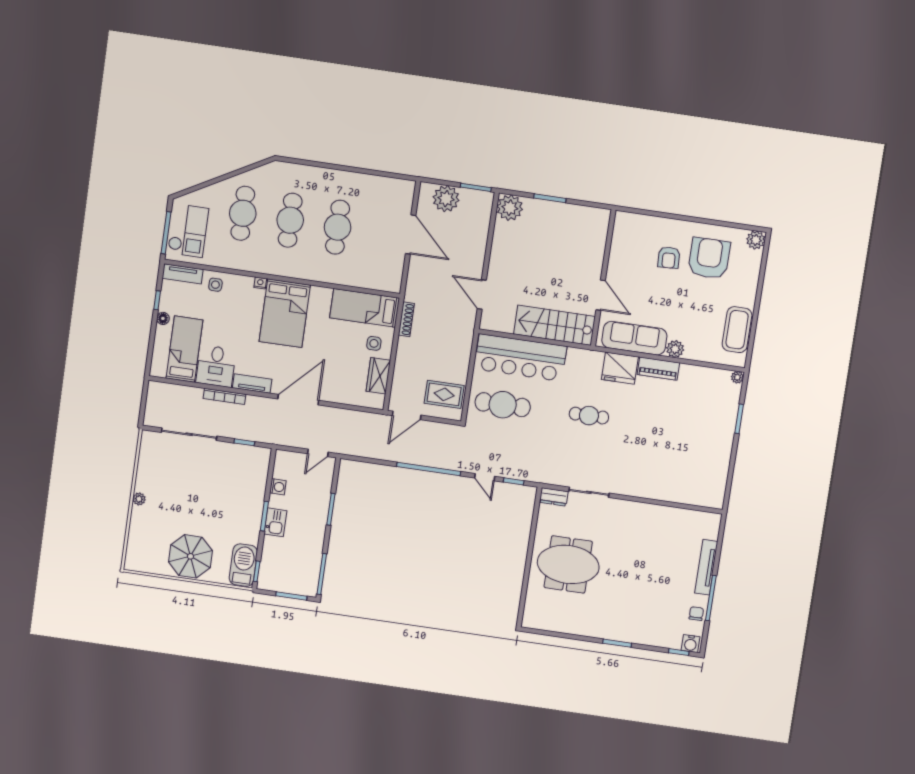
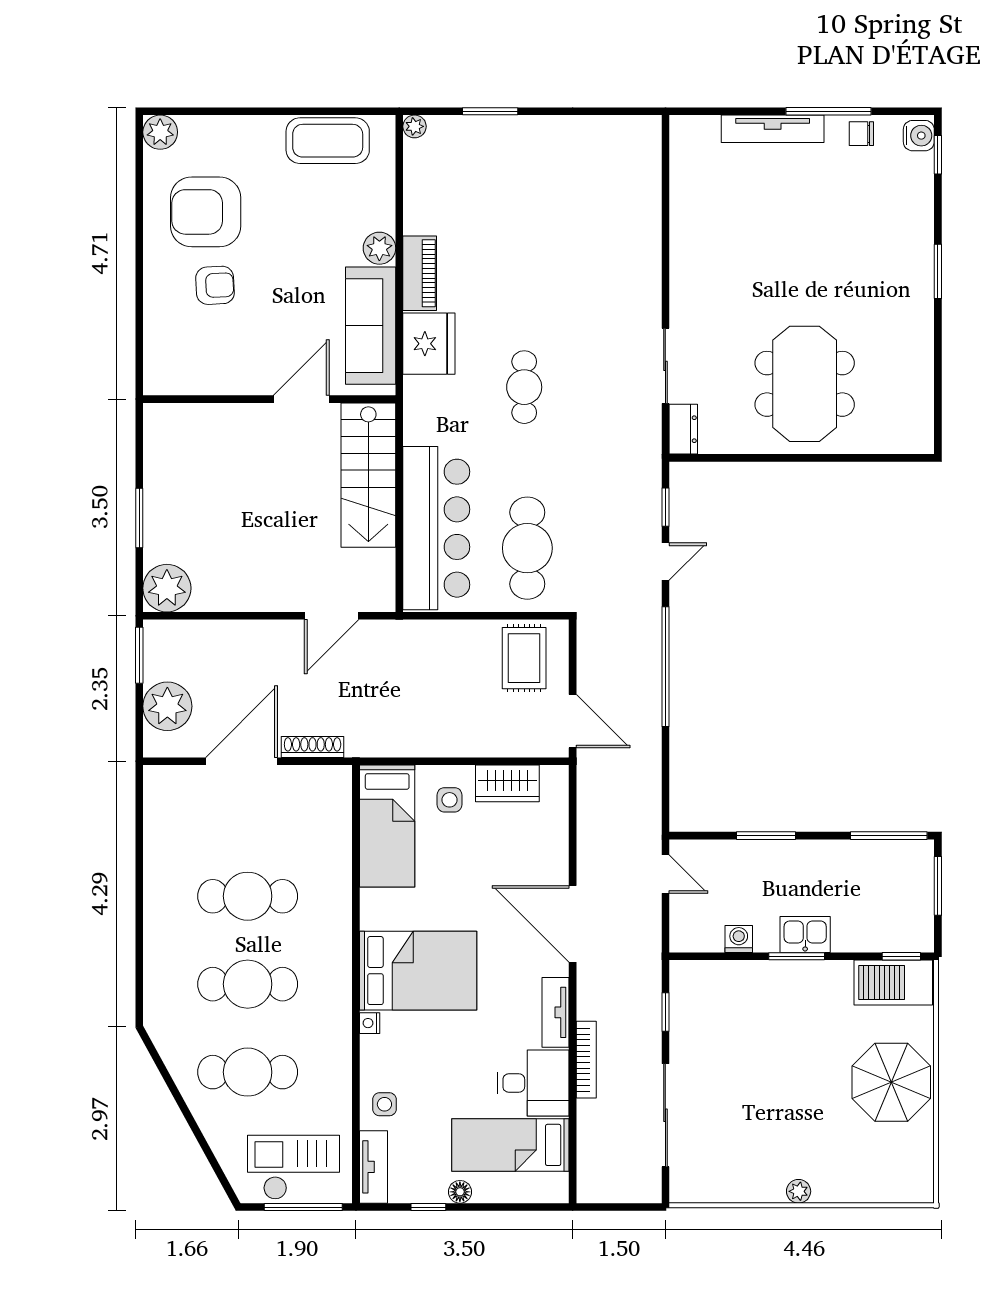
shoe rack: (406, 319) -> (313, 747), moved

